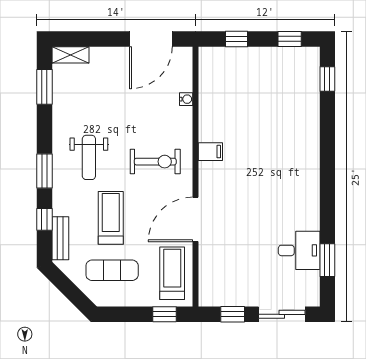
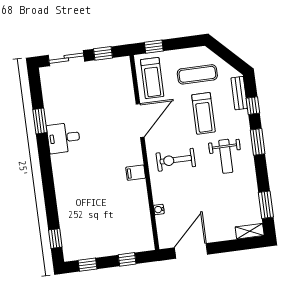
weight bench: (89, 157) -> (226, 156), turned 180
desk: (299, 250) -> (64, 138), moved
window: (327, 260) -> (40, 121), moved

